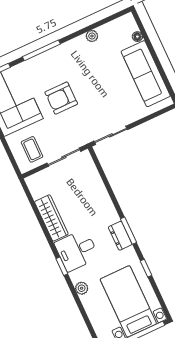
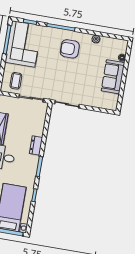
sofa: (146, 74) -> (113, 77), width x0.73
armchair: (61, 98) -> (70, 49), moved
dresser: (120, 236) -> (36, 145), moved

